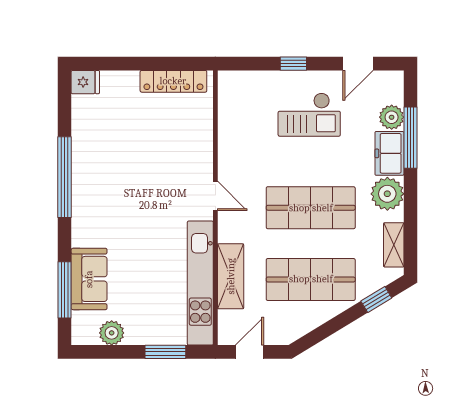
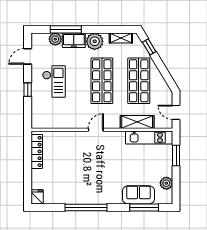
door: (358, 64) -> (28, 56), swing flipped
kitchen unit: (200, 283) -> (149, 138), width x0.73

